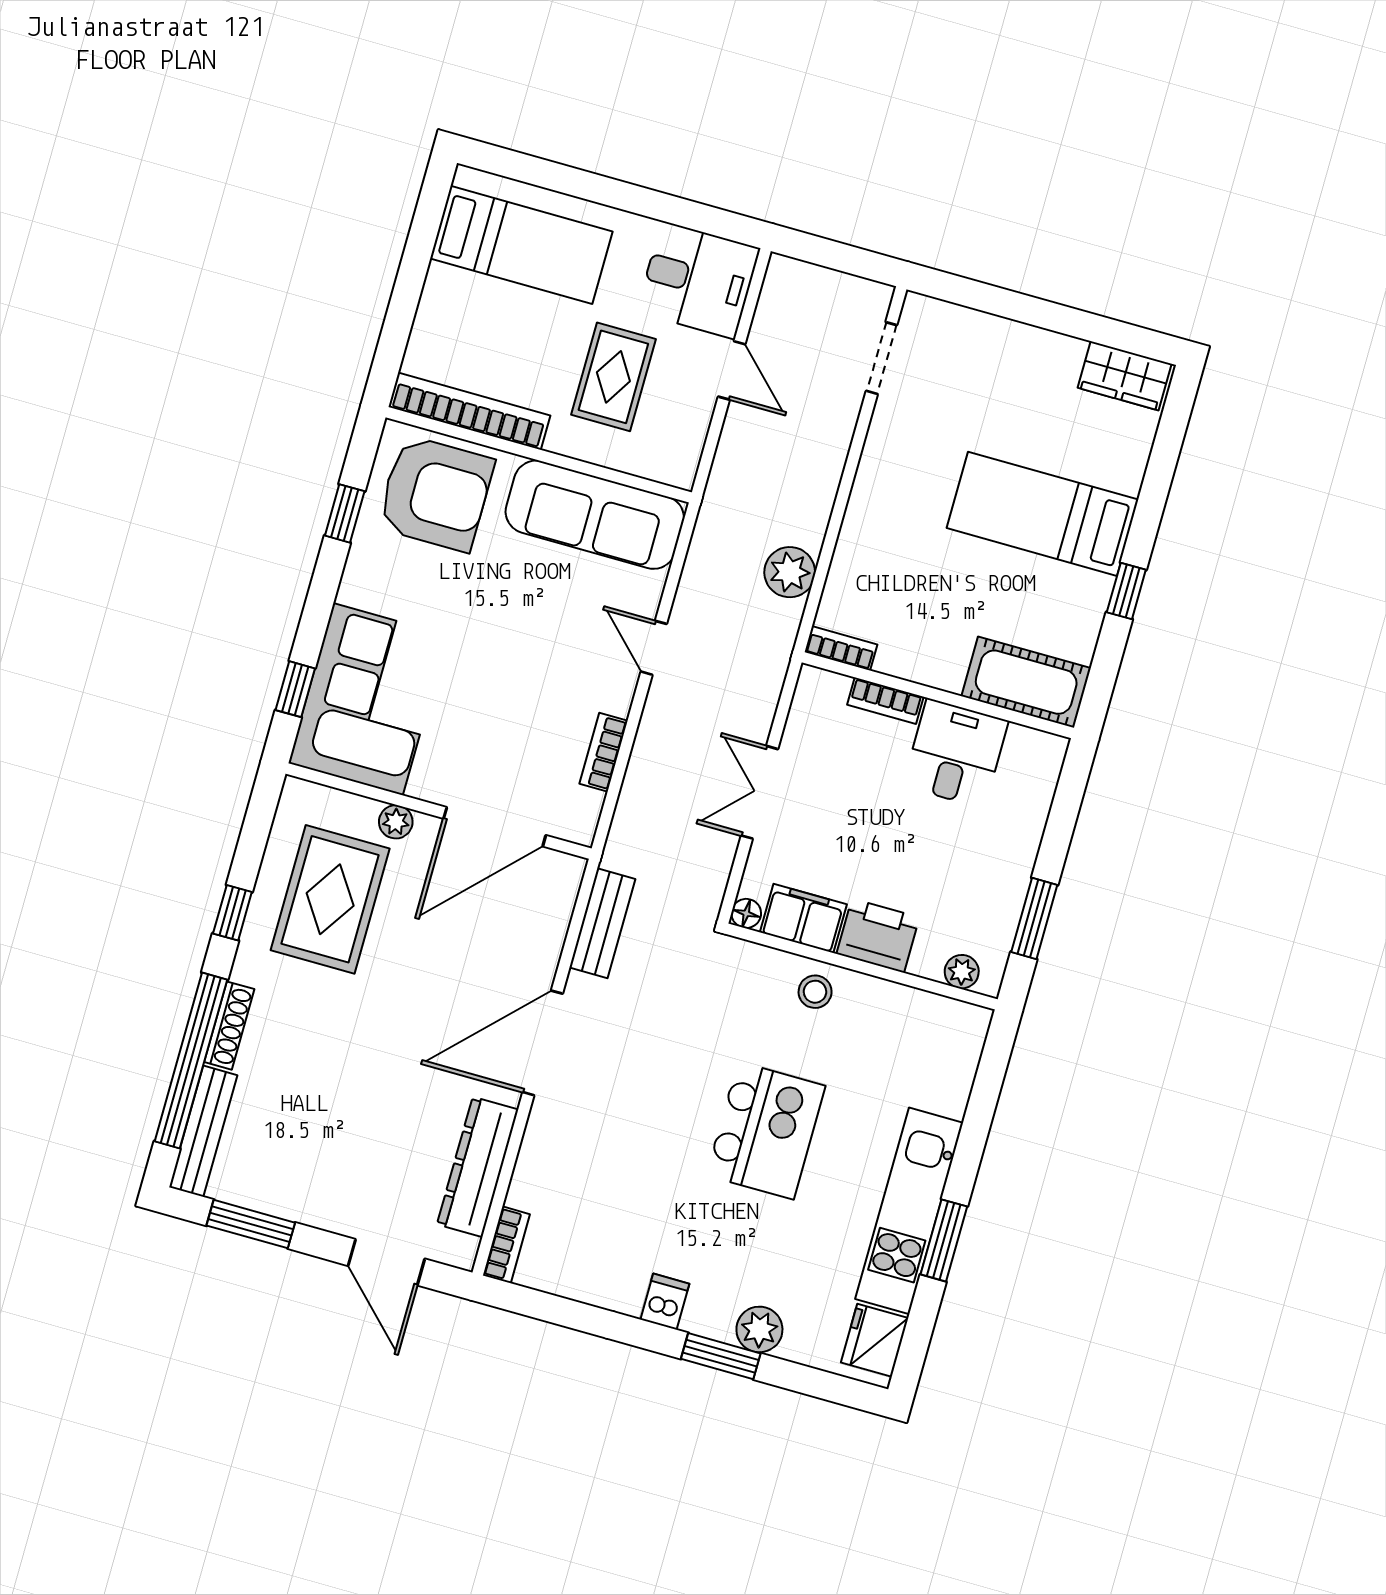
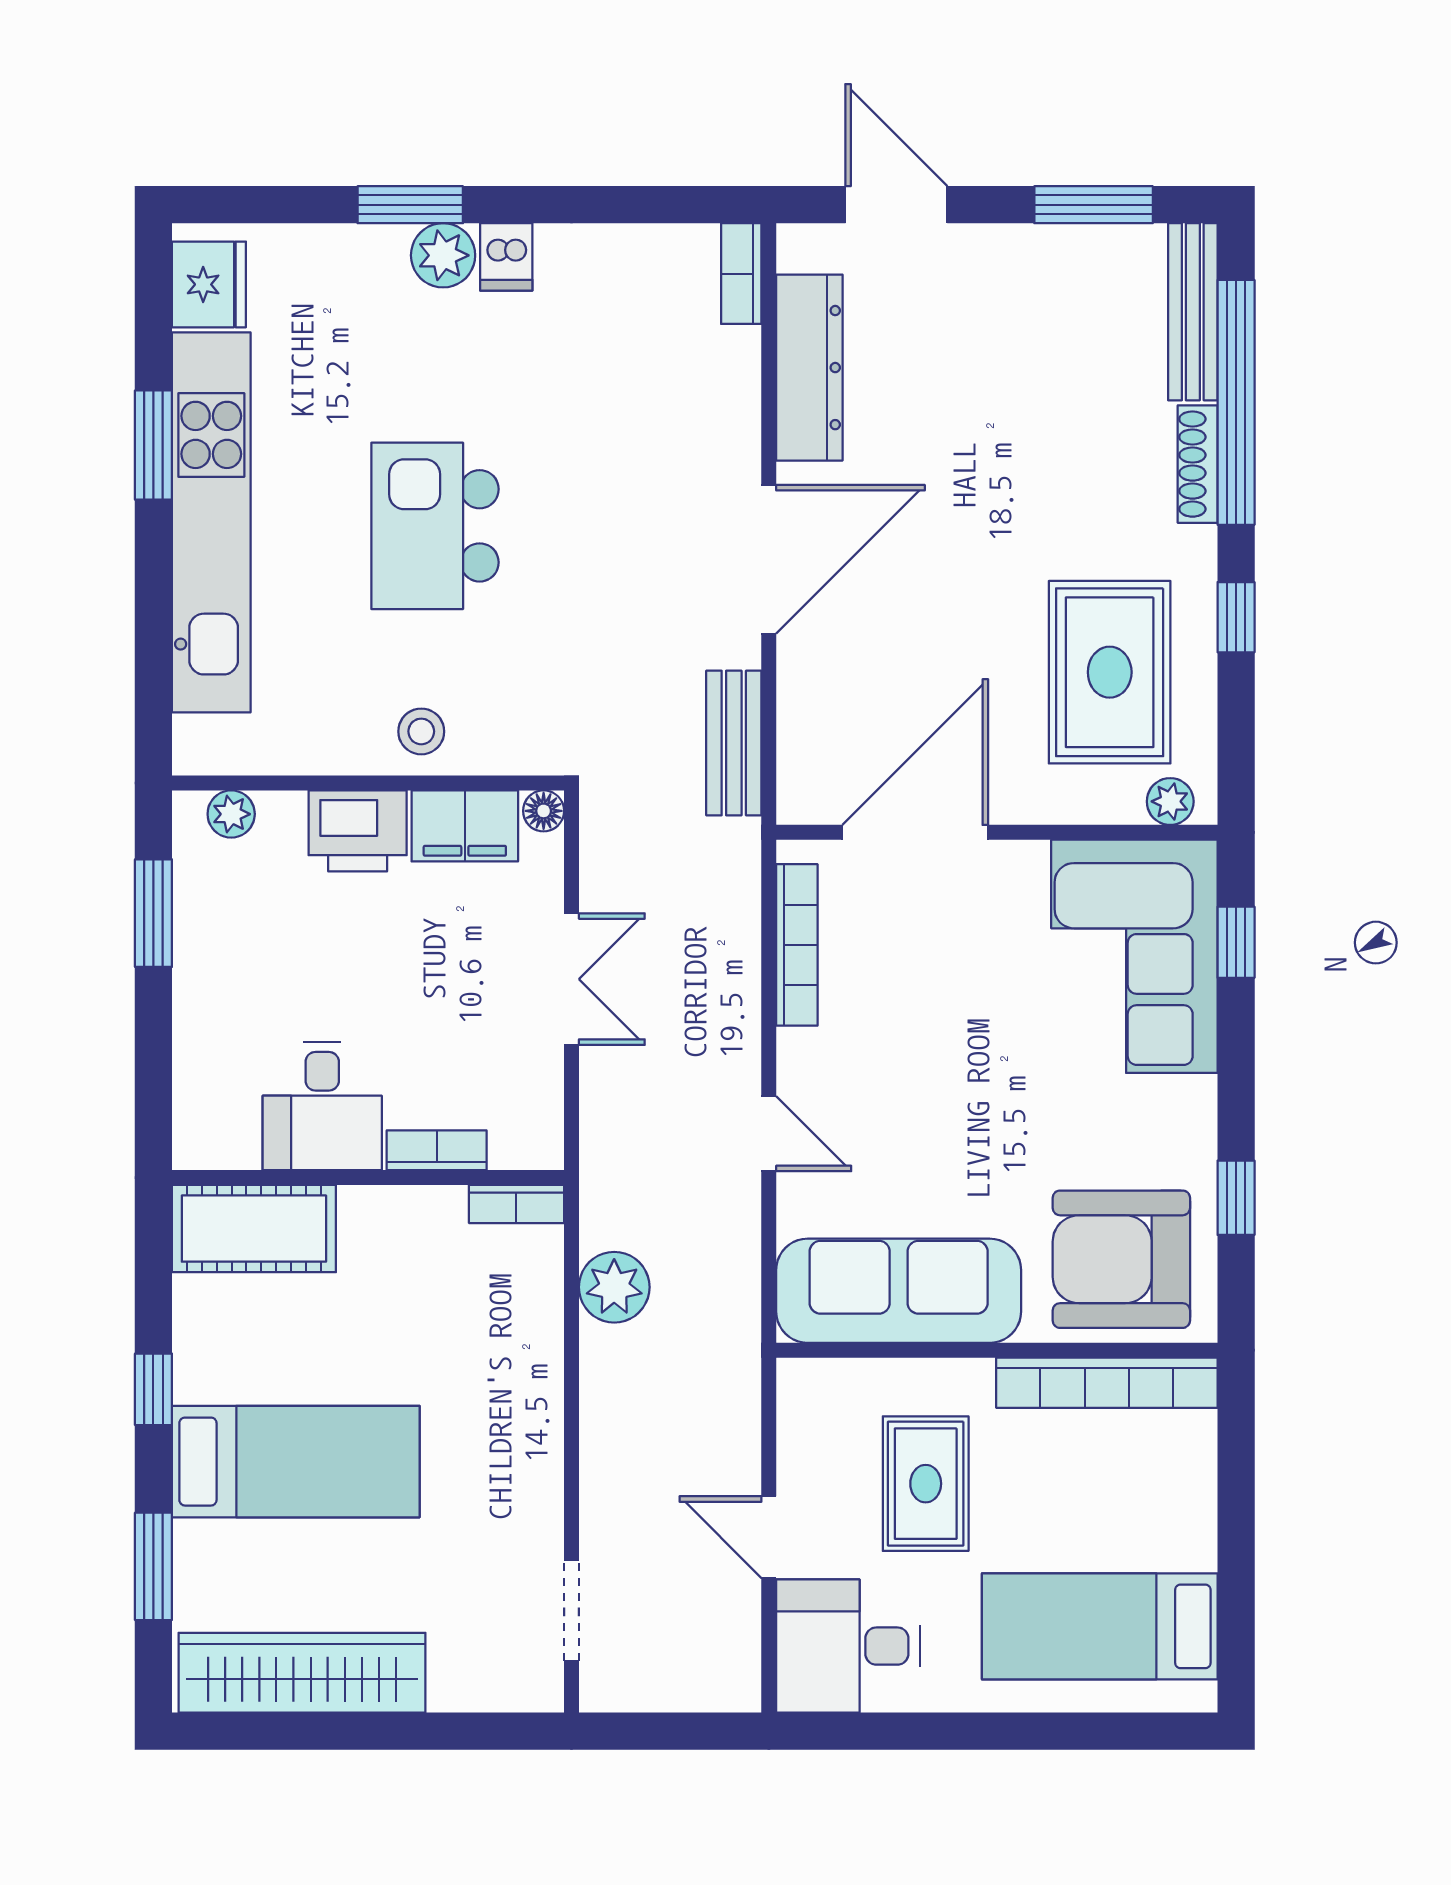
wardrobe: (1125, 376) -> (302, 1673), width x2.10, depth x1.17
window: (1161, 469) -> (153, 1566), added
bookcase: (604, 752) -> (797, 945), width x1.56
plant: (396, 822) -> (1170, 801), moved
kitchen unit: (909, 1211) -> (211, 522), width x1.36
plant: (759, 1329) -> (443, 255), moved

